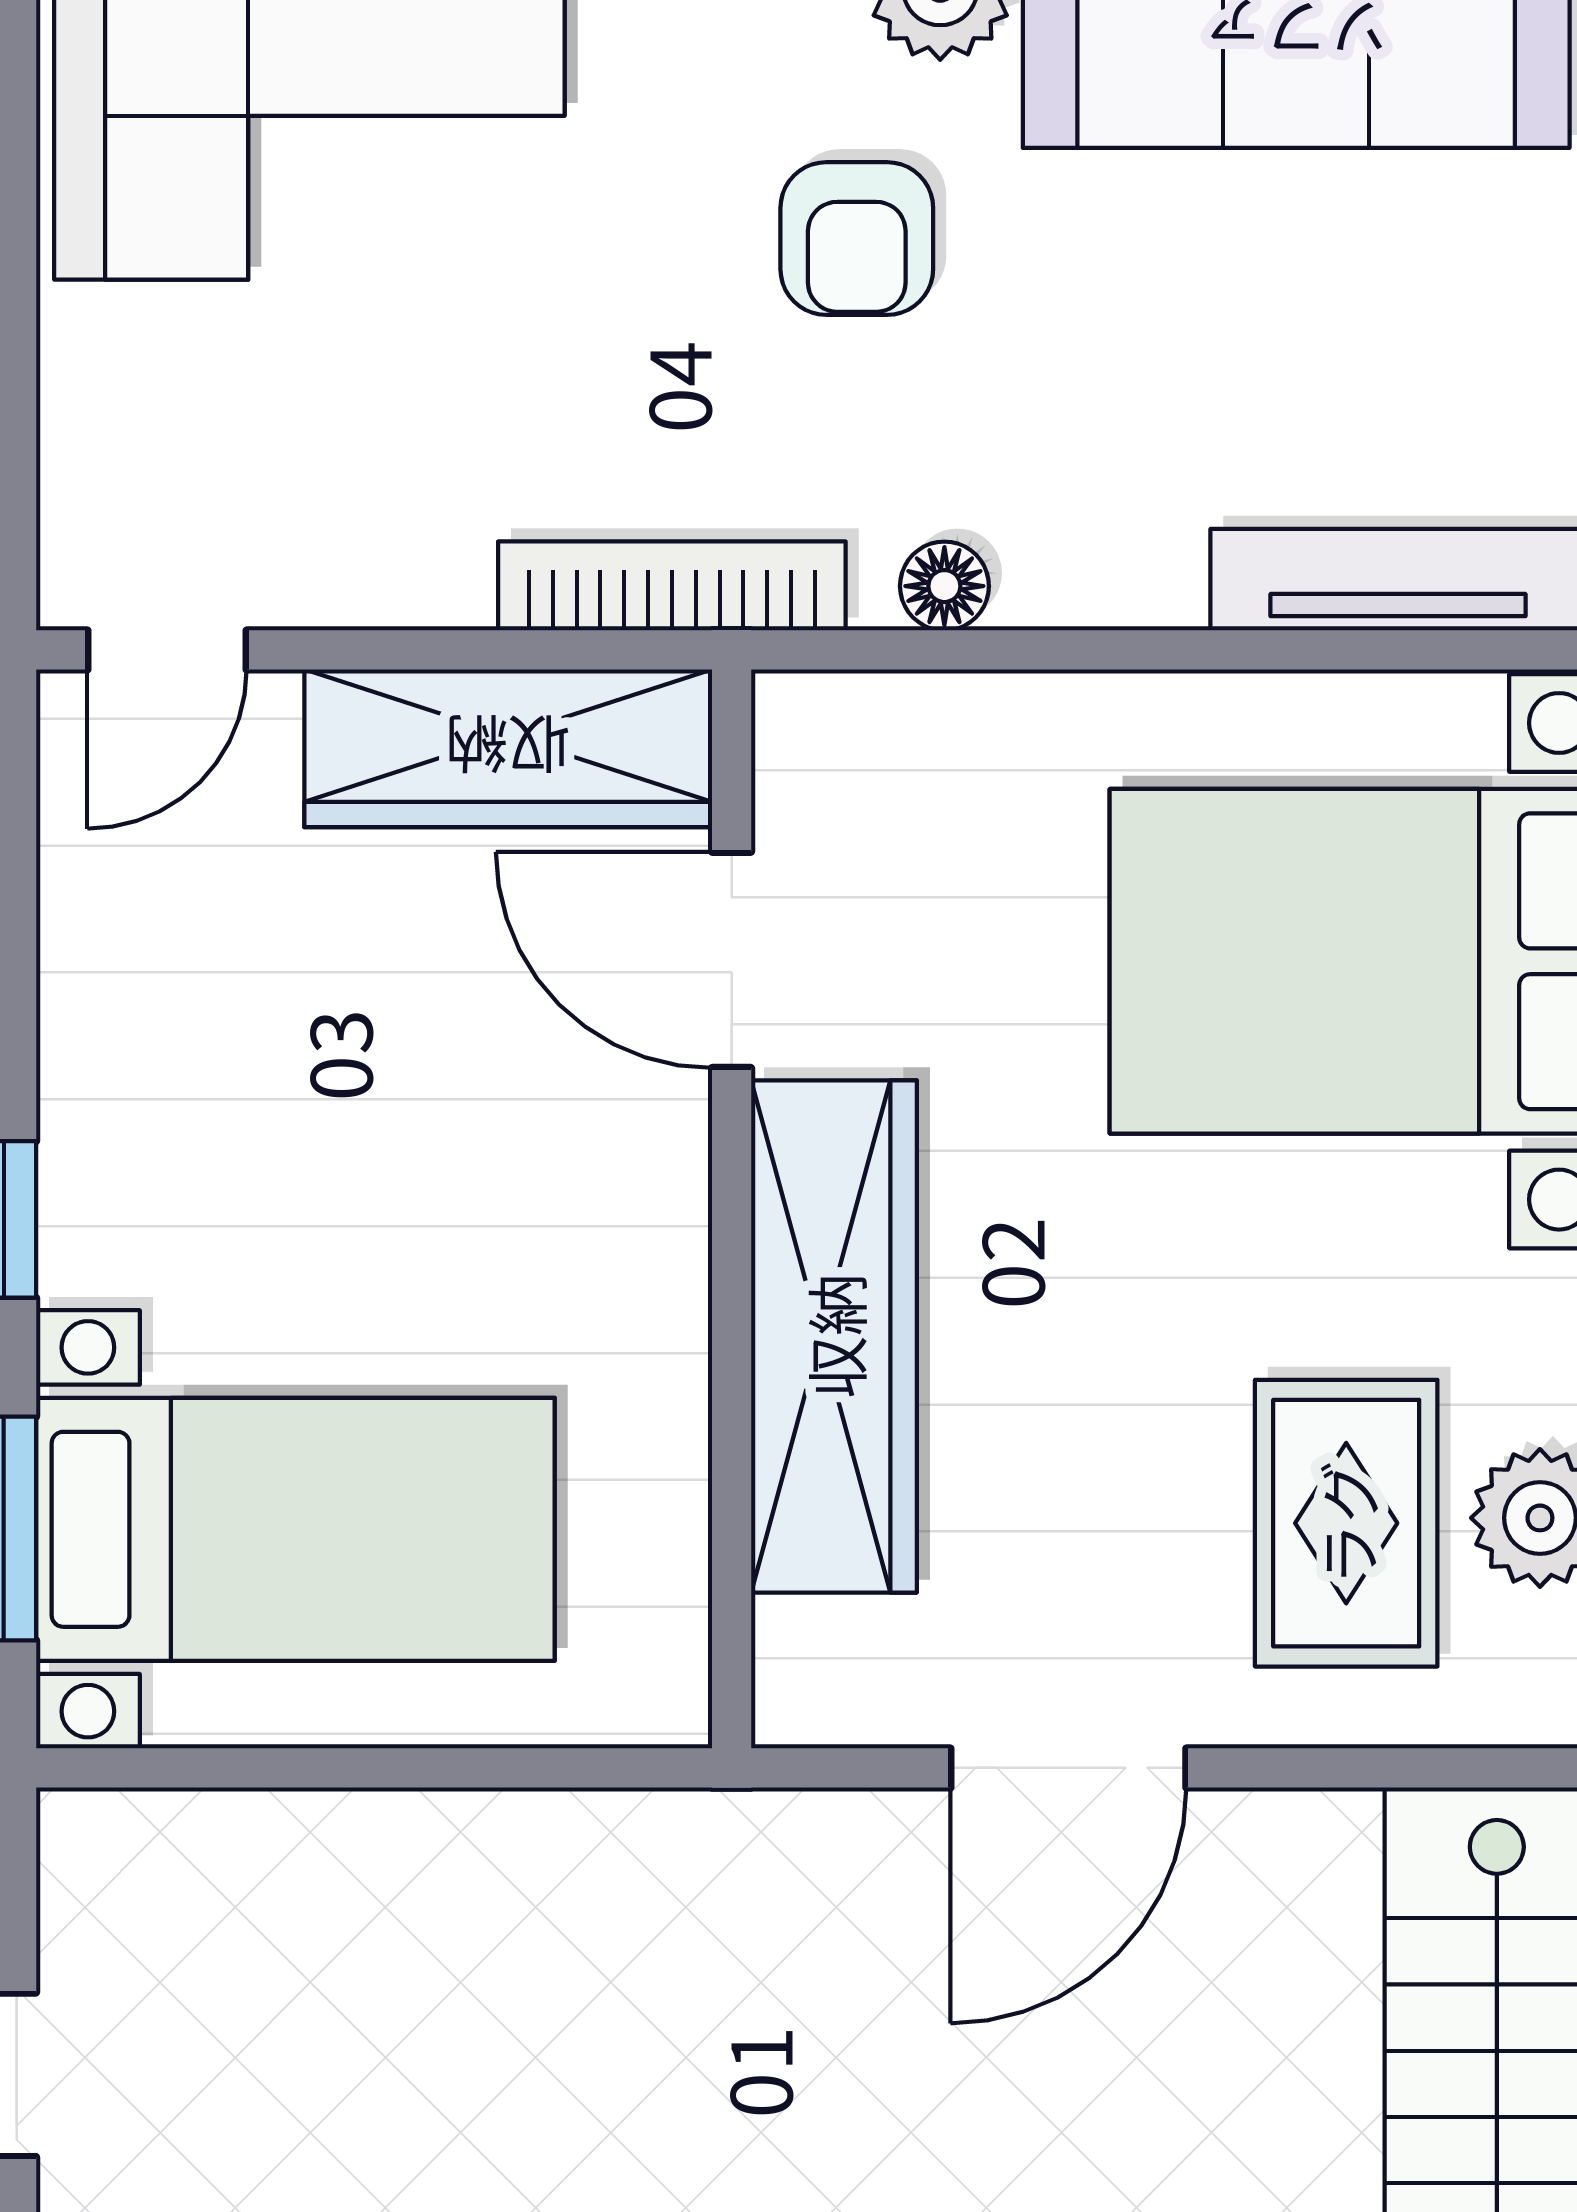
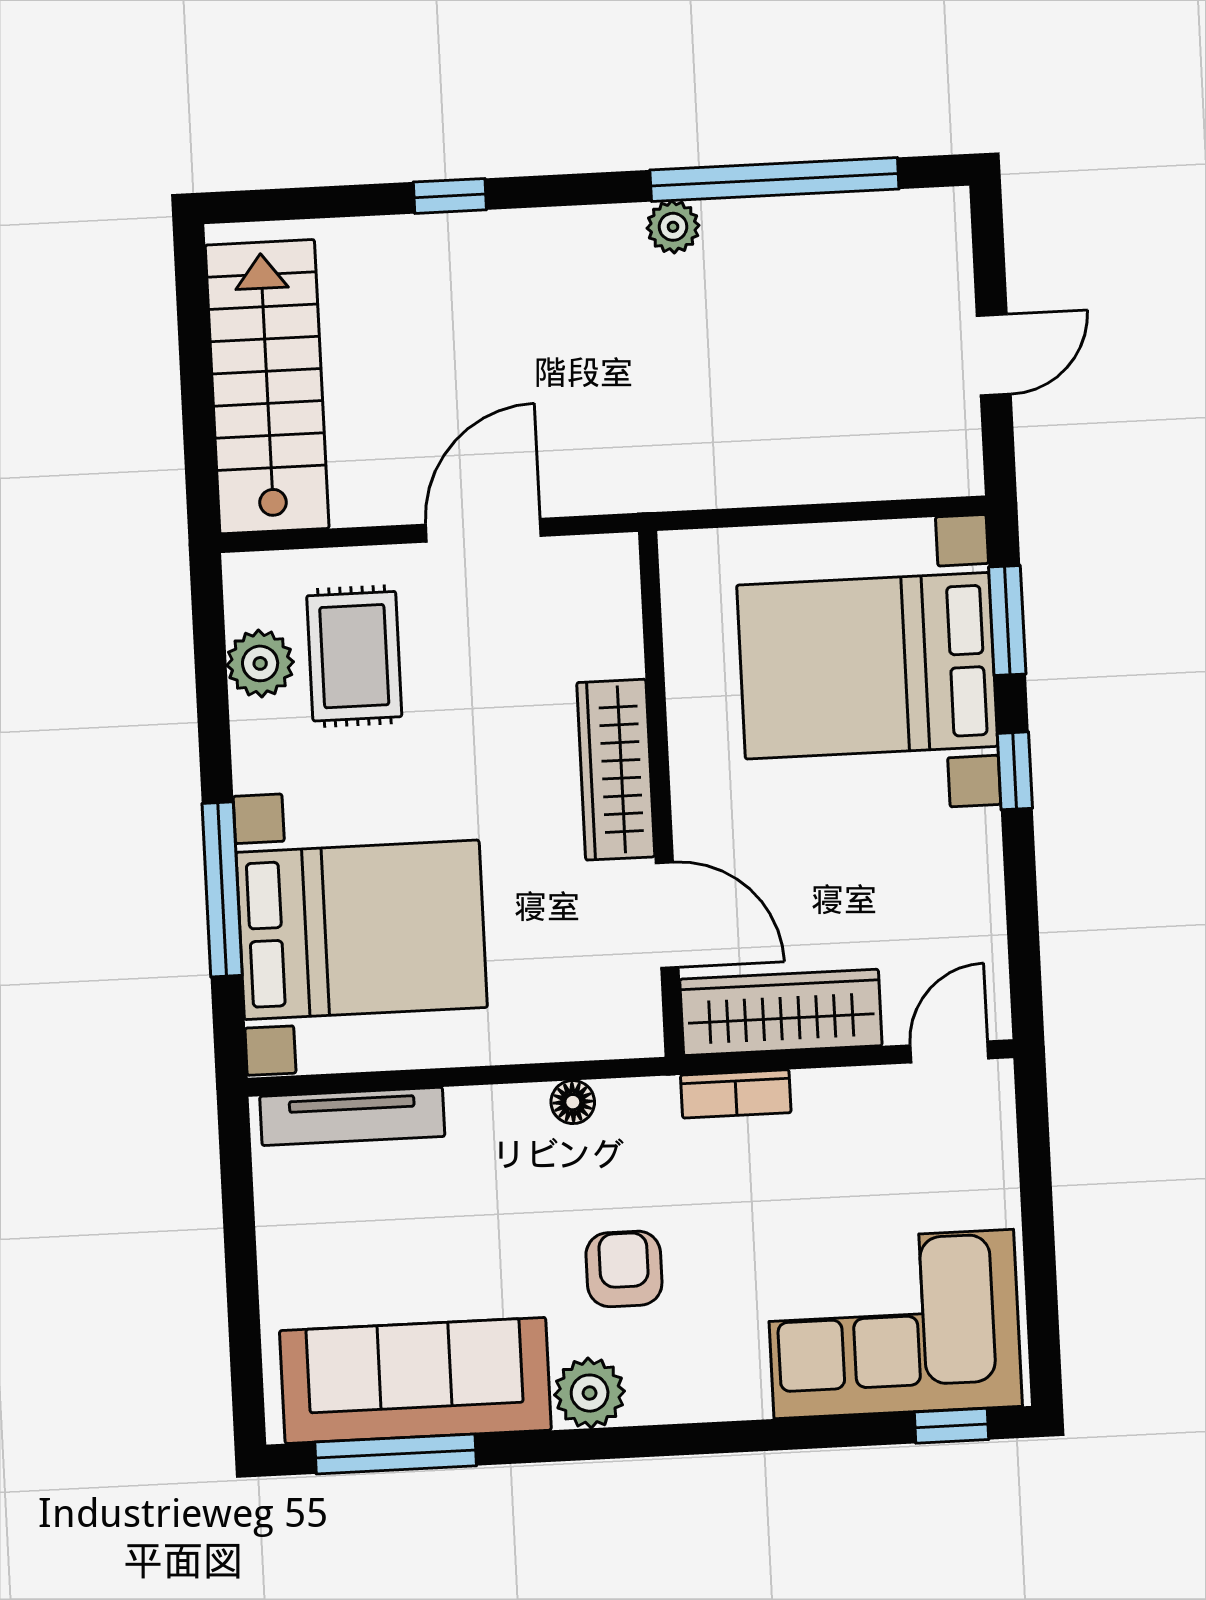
bookcase: (672, 586) -> (736, 1094), width x0.64
wardrobe: (834, 1336) -> (616, 770), width x0.71, depth x0.85
bed with nightstands: (295, 1529) -> (867, 666), width x1.36

